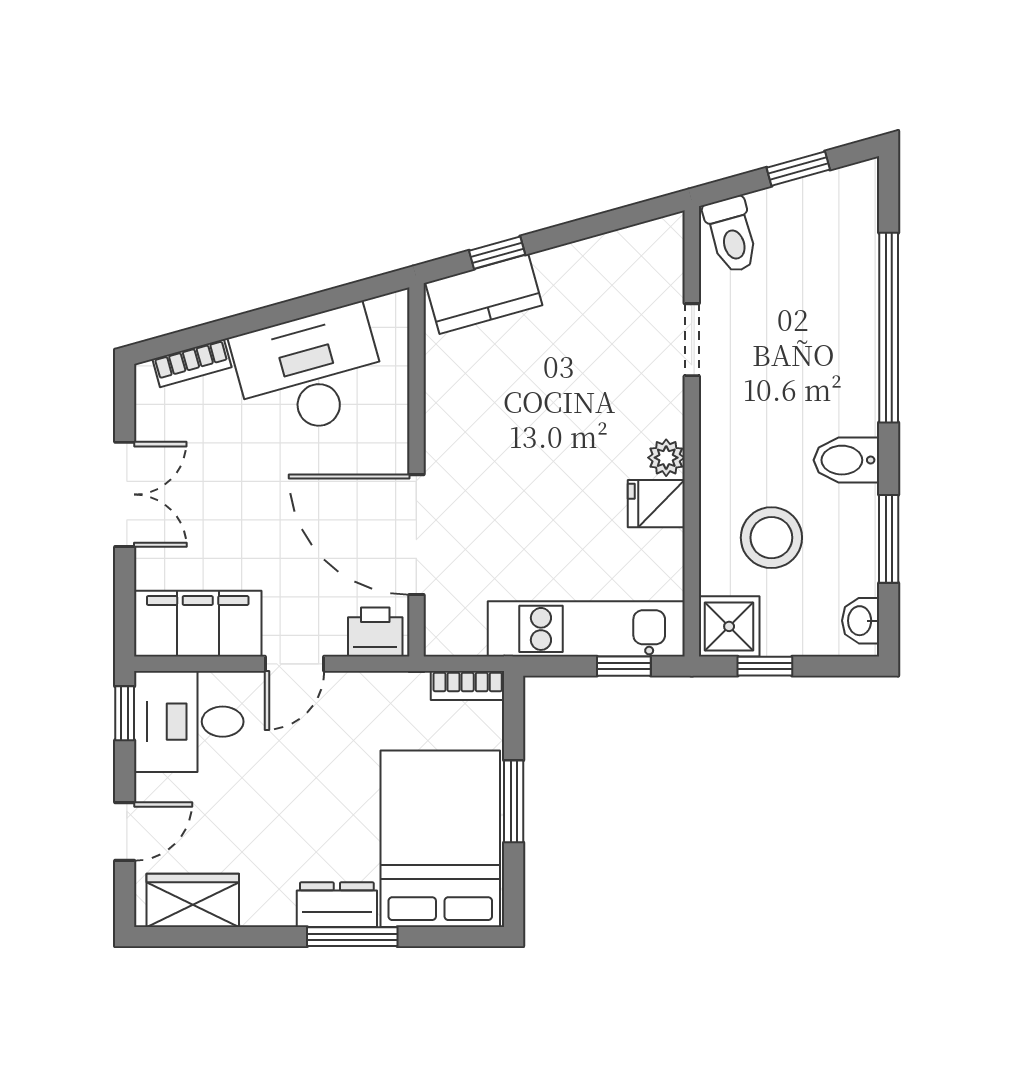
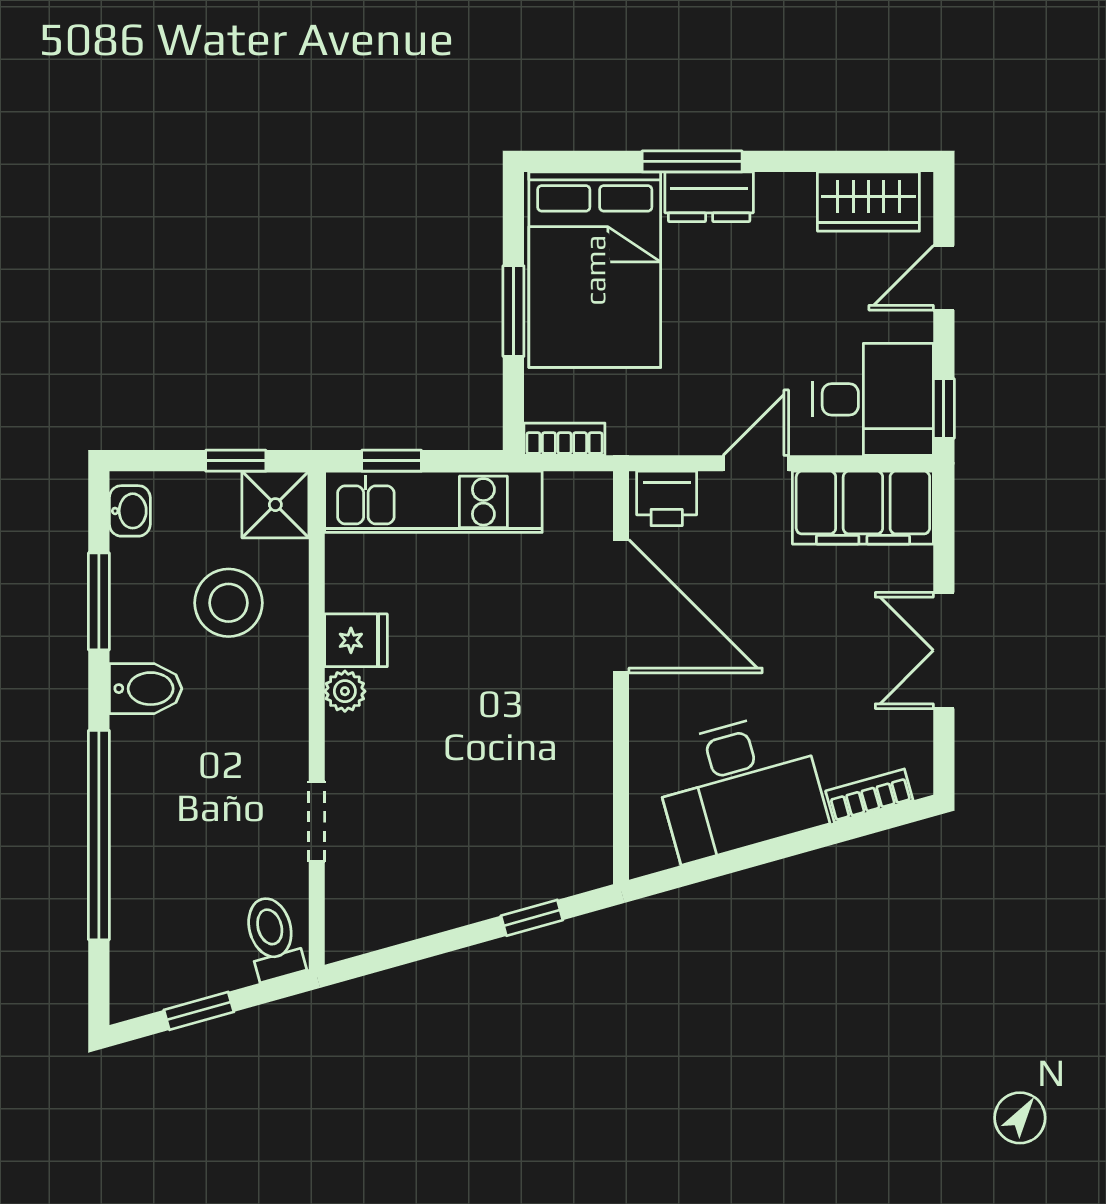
kitchen counter: (484, 294) -> (547, 872), removed

